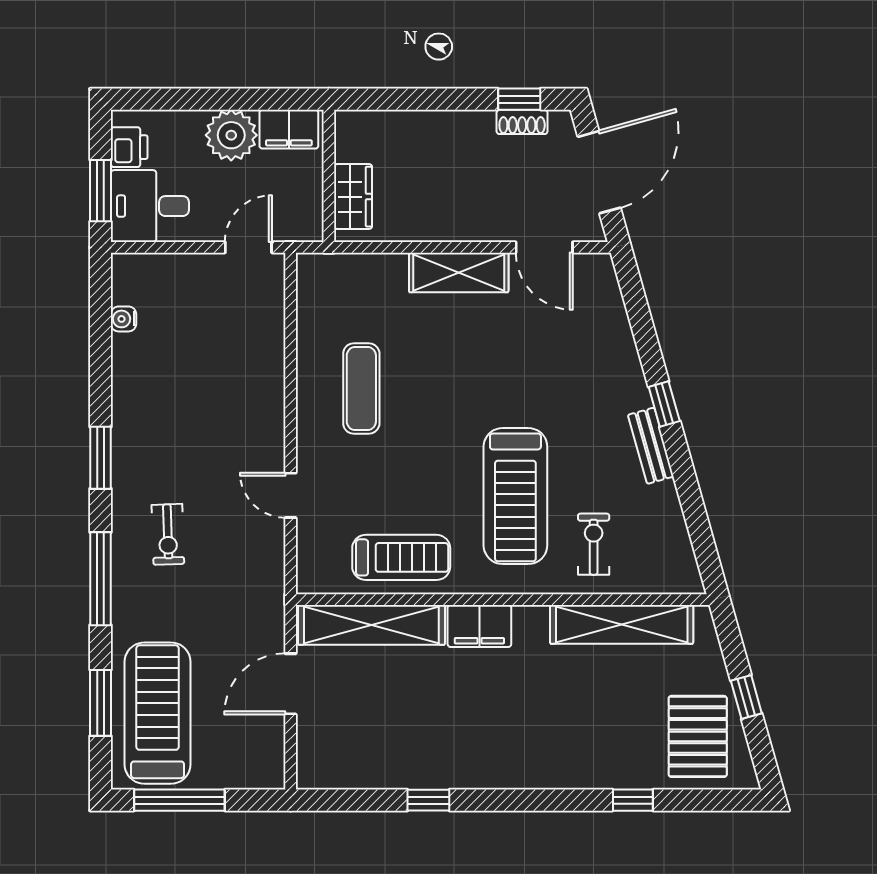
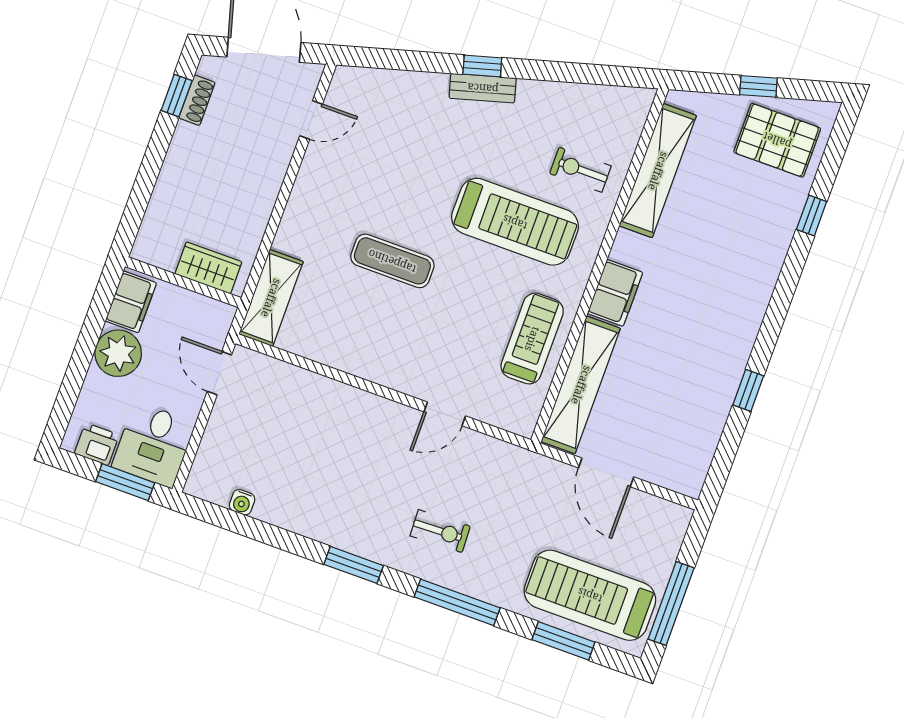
door: (544, 247) -> (311, 120), width x0.73
shelving: (459, 272) -> (271, 298), moved
exercise mat: (361, 388) -> (392, 261), moved
bench: (651, 446) -> (483, 88), moved

